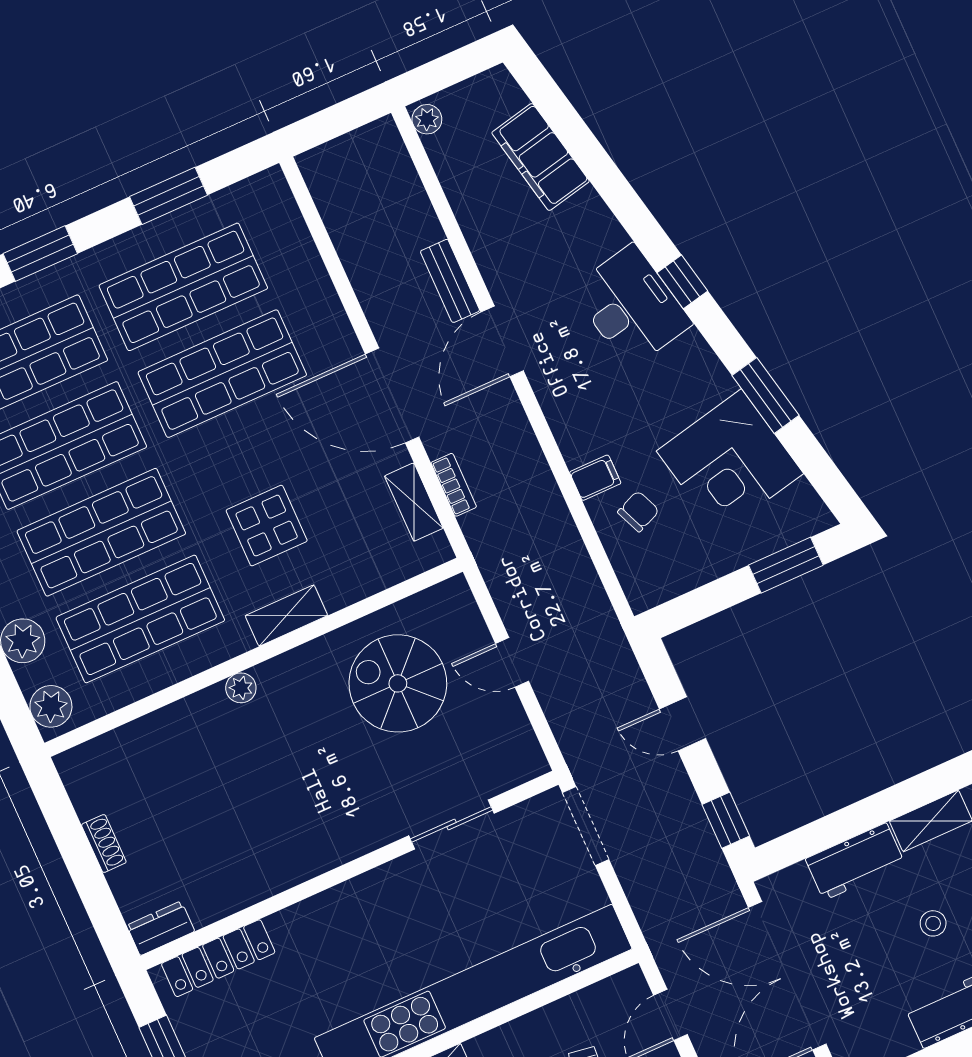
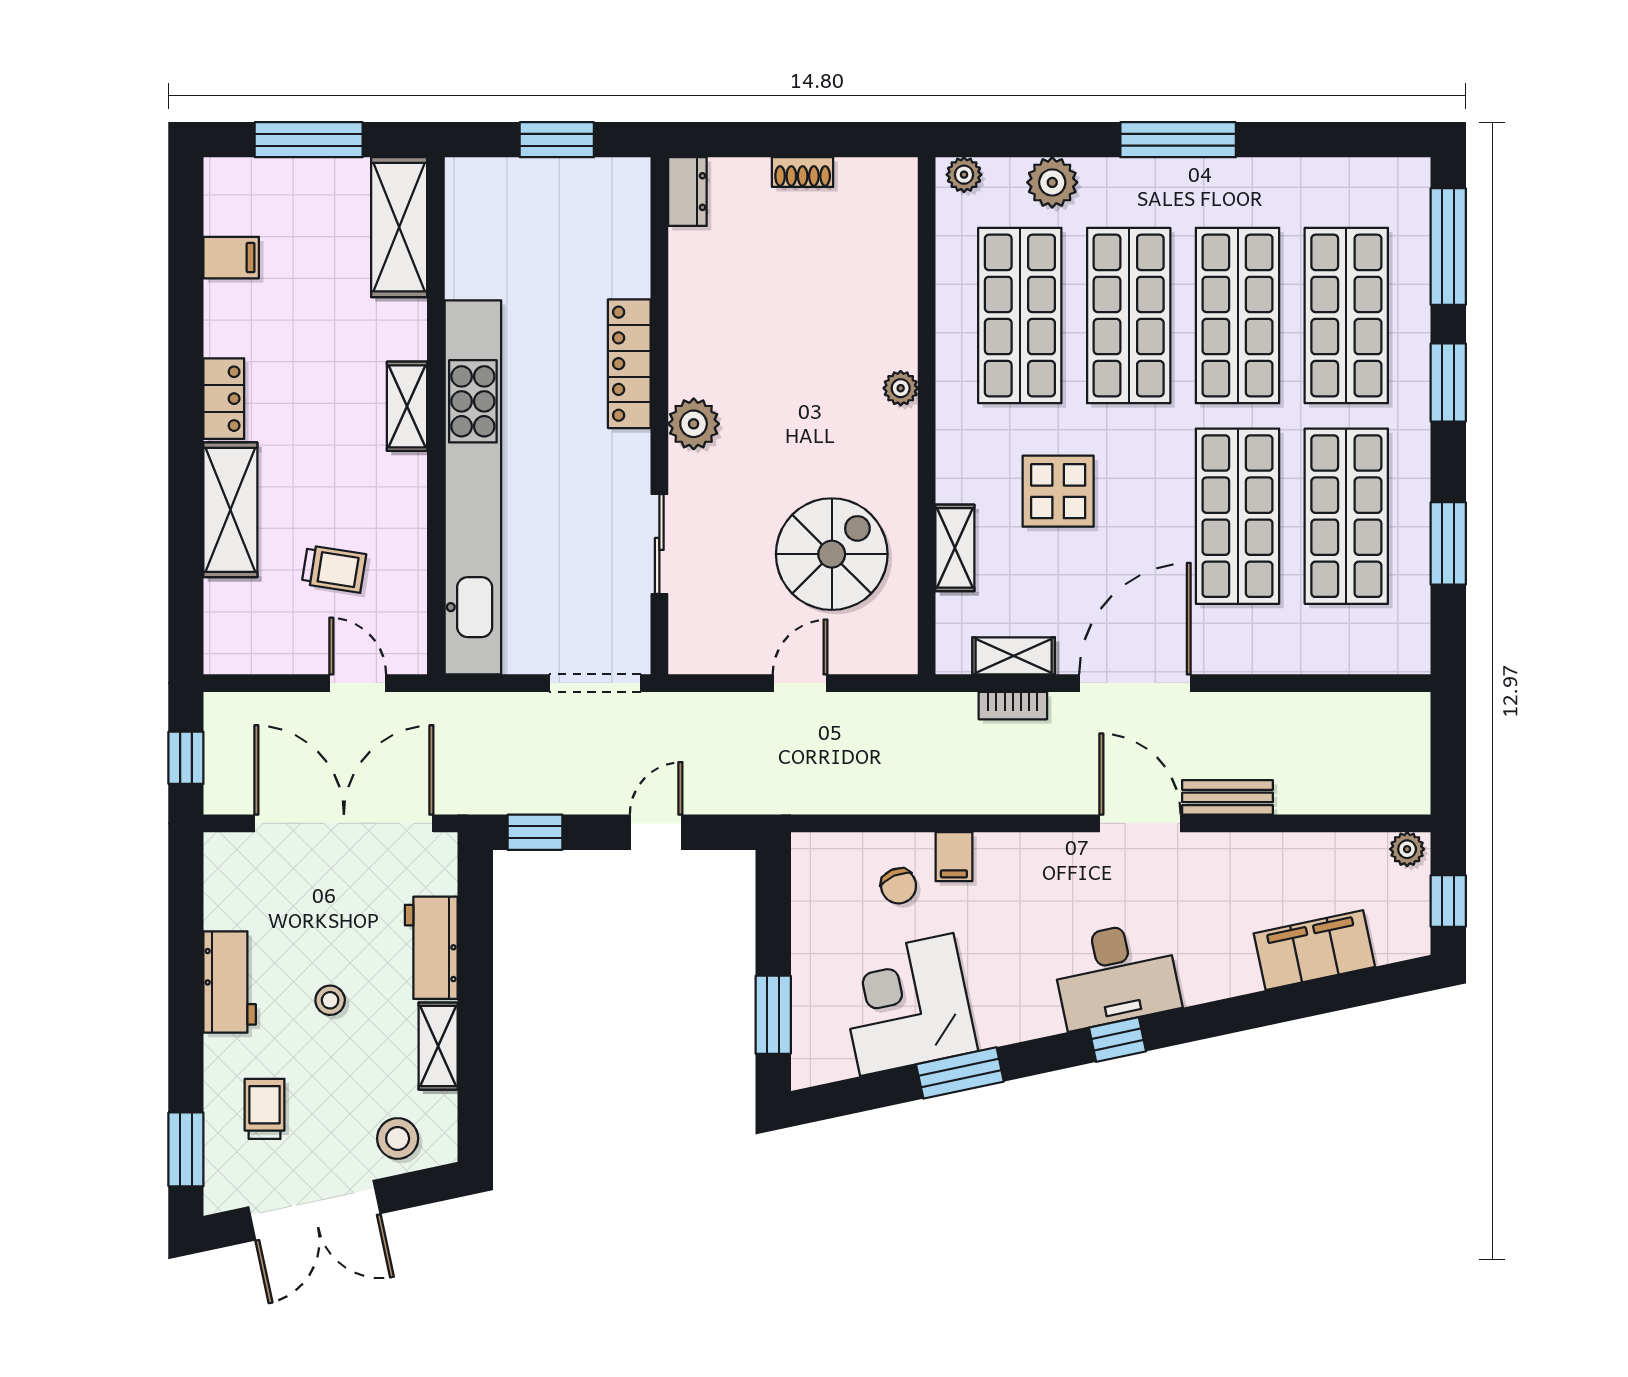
window: (453, 68) -> (1448, 901), added
shelving: (286, 616) -> (955, 548), moved
plant: (51, 706) -> (964, 175), width x0.73, depth x0.73
plant: (343, 840) -> (694, 424), added
locker: (218, 958) -> (629, 364), moved

